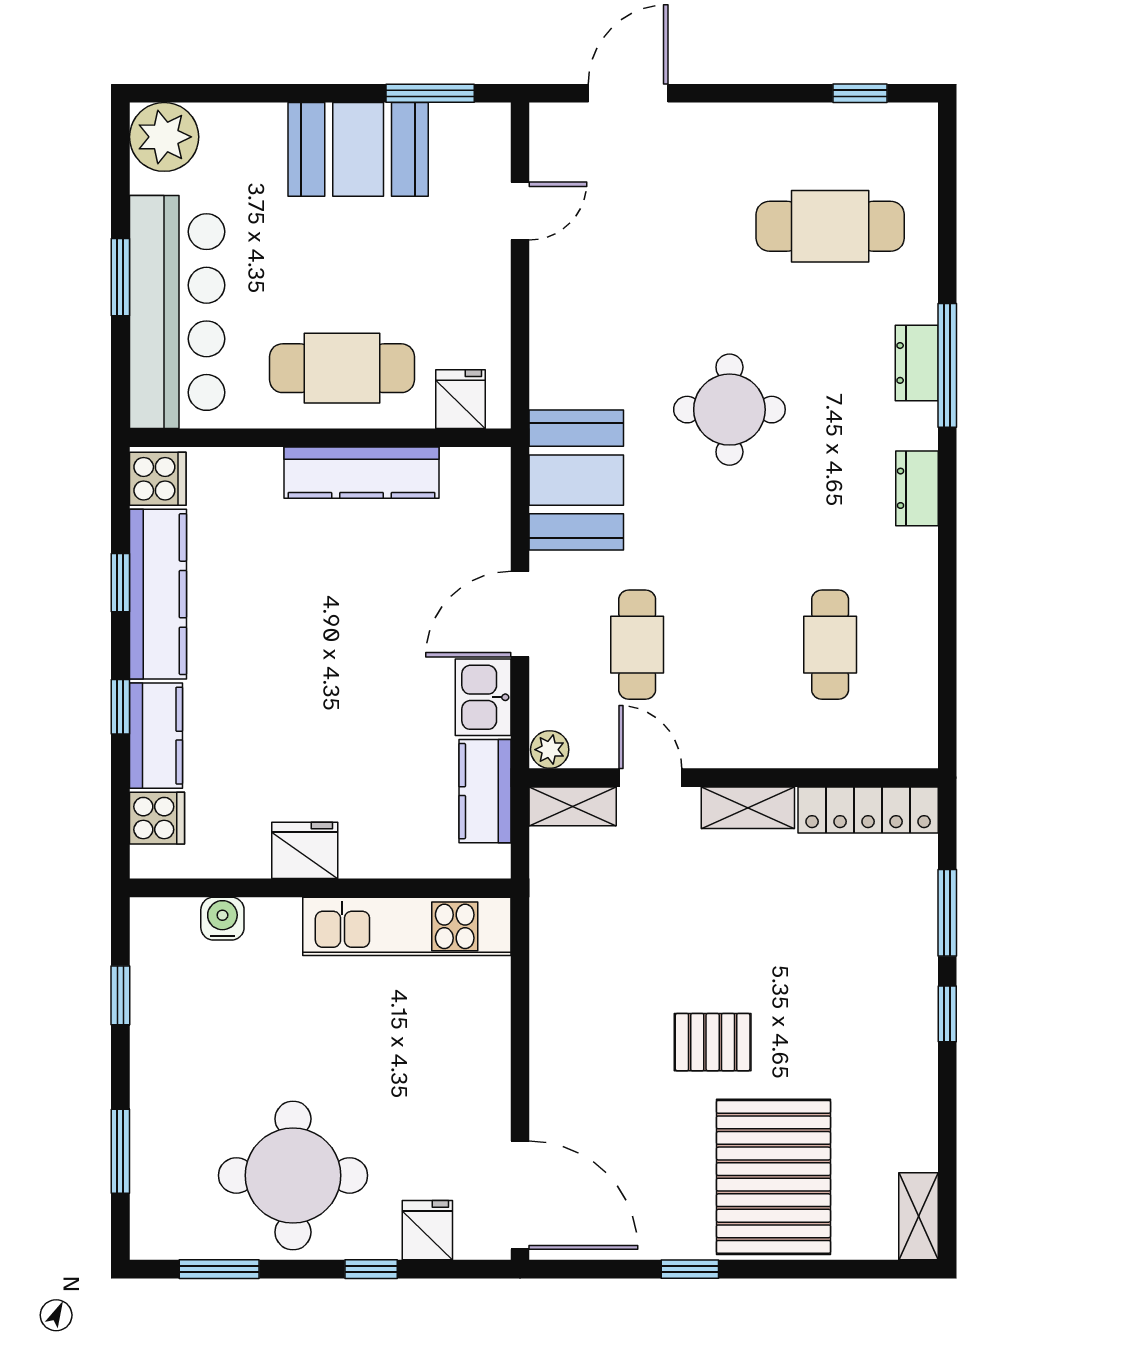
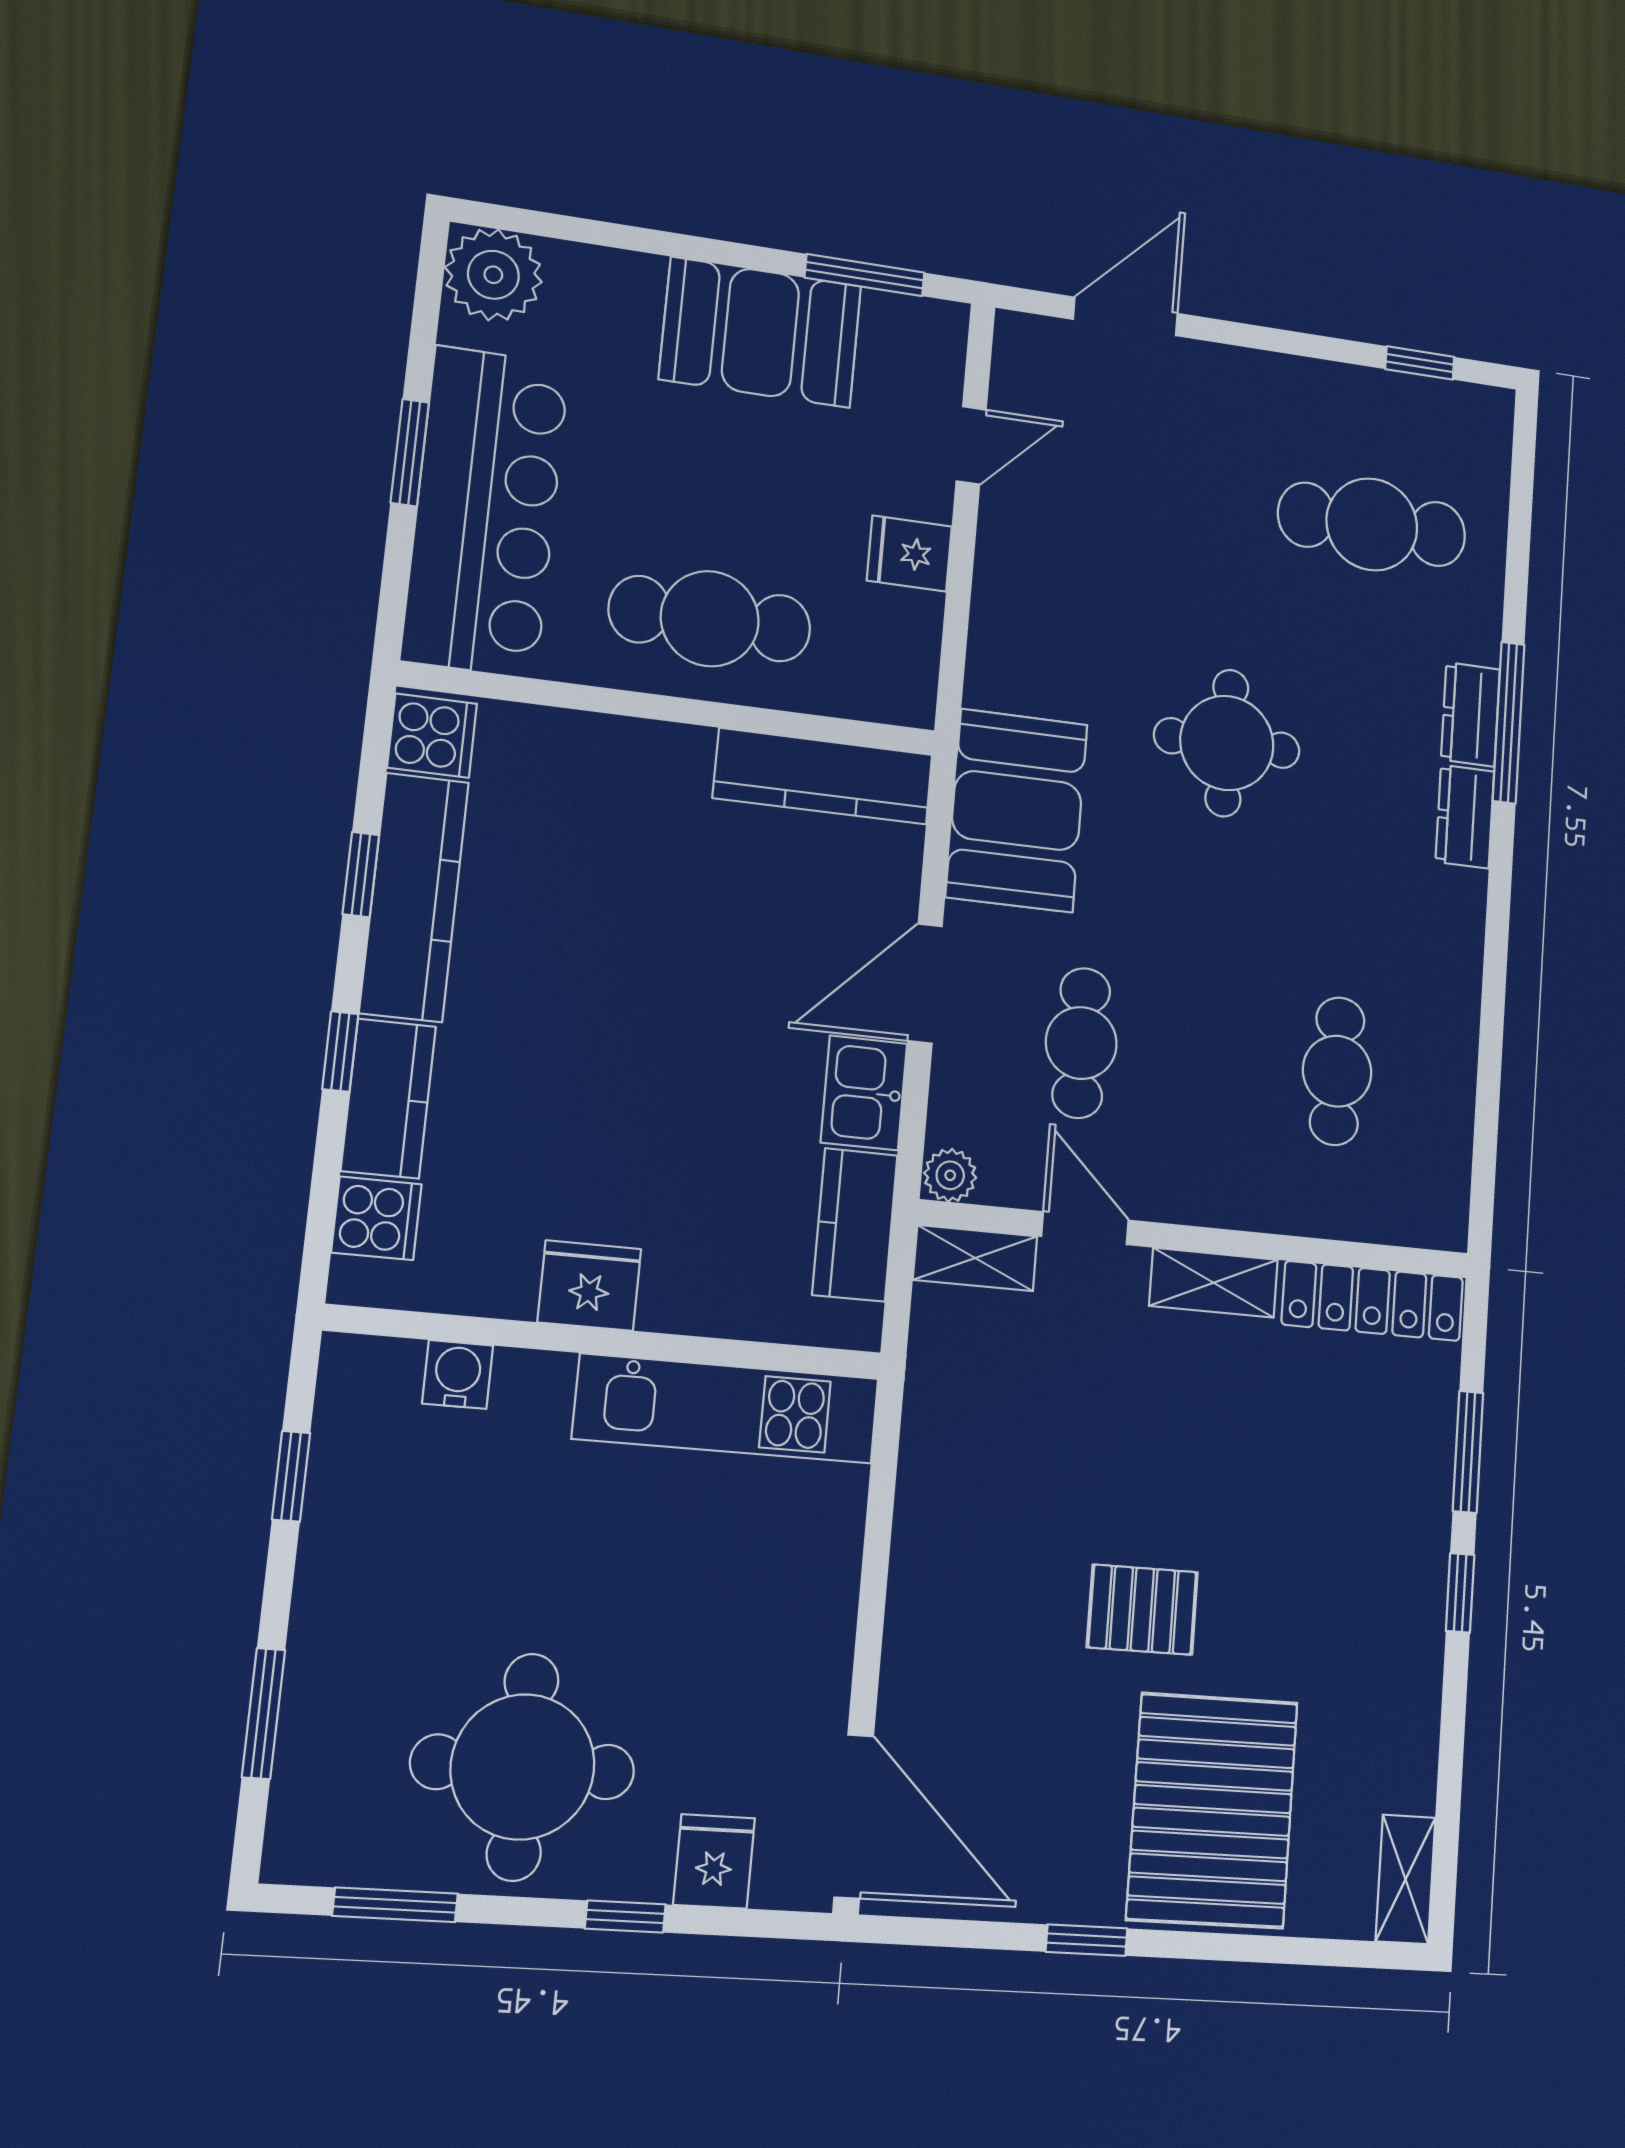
fridge: (461, 399) -> (909, 553), moved, turned -90
kitchen counter: (362, 473) -> (823, 776), moved
dresser: (917, 488) -> (1465, 817), moved

